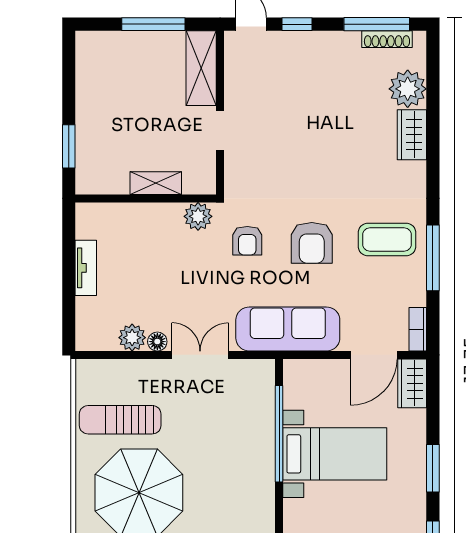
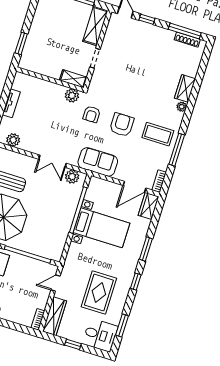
plant: (408, 89) -> (182, 107), moved, width x0.53, depth x0.53
shelving: (156, 183) -> (73, 79), moved
armchair: (312, 243) -> (122, 125), turned 180
sofa: (288, 329) -> (98, 162), width x0.73
plant: (132, 338) -> (13, 140), moved
floor lamp: (157, 342) -> (34, 149), removed
double door: (200, 355) -> (53, 161), swing flipped
plant: (247, 373) -> (72, 177), added

